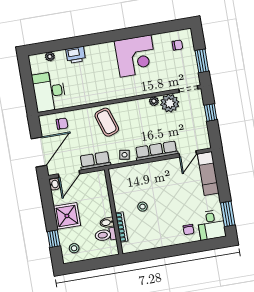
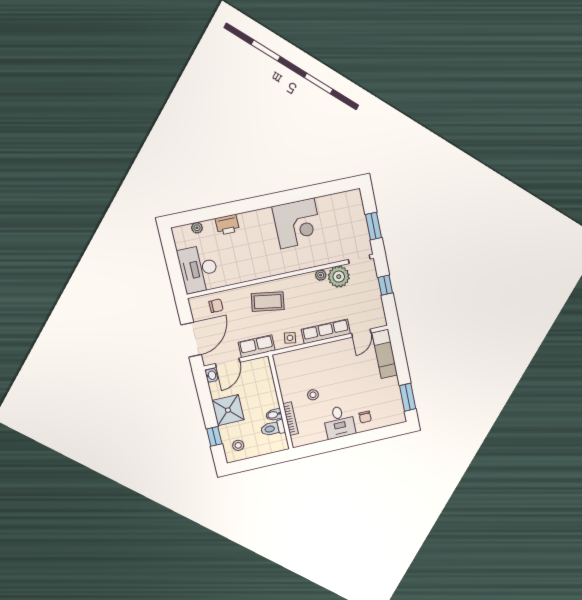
chair: (177, 45) -> (345, 209), removed
coffee table: (107, 122) -> (268, 302), turned -63
desk: (211, 225) -> (339, 422), moved

